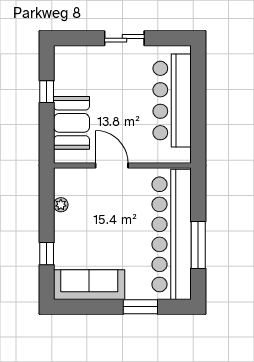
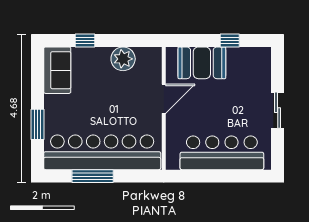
plant: (61, 205) -> (123, 59), width x1.87, depth x1.87
sofa: (89, 285) -> (57, 70), width x0.73

